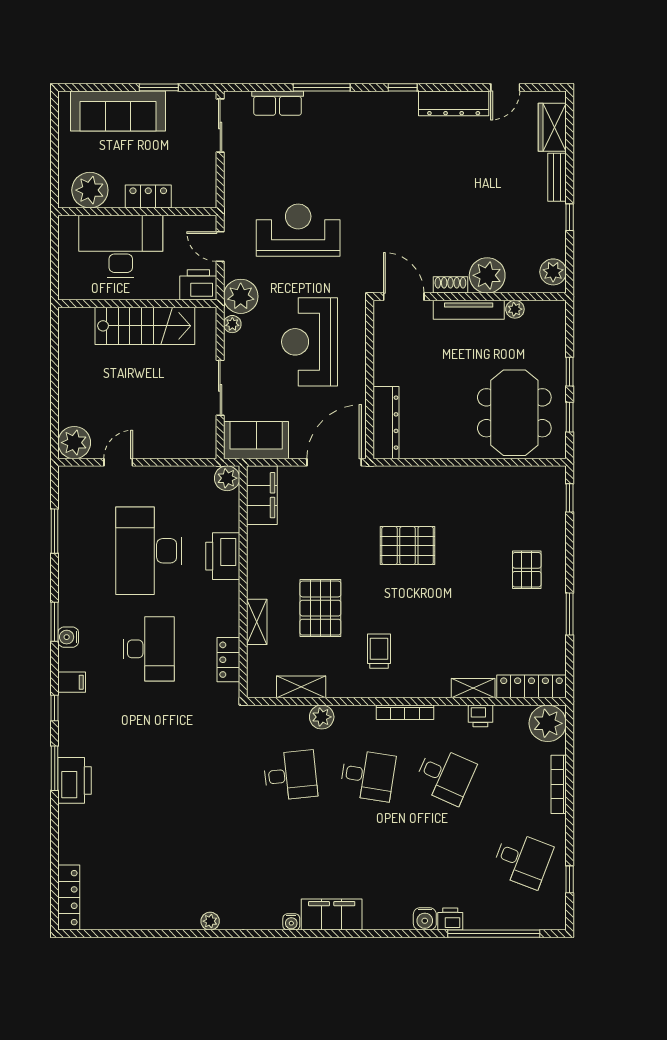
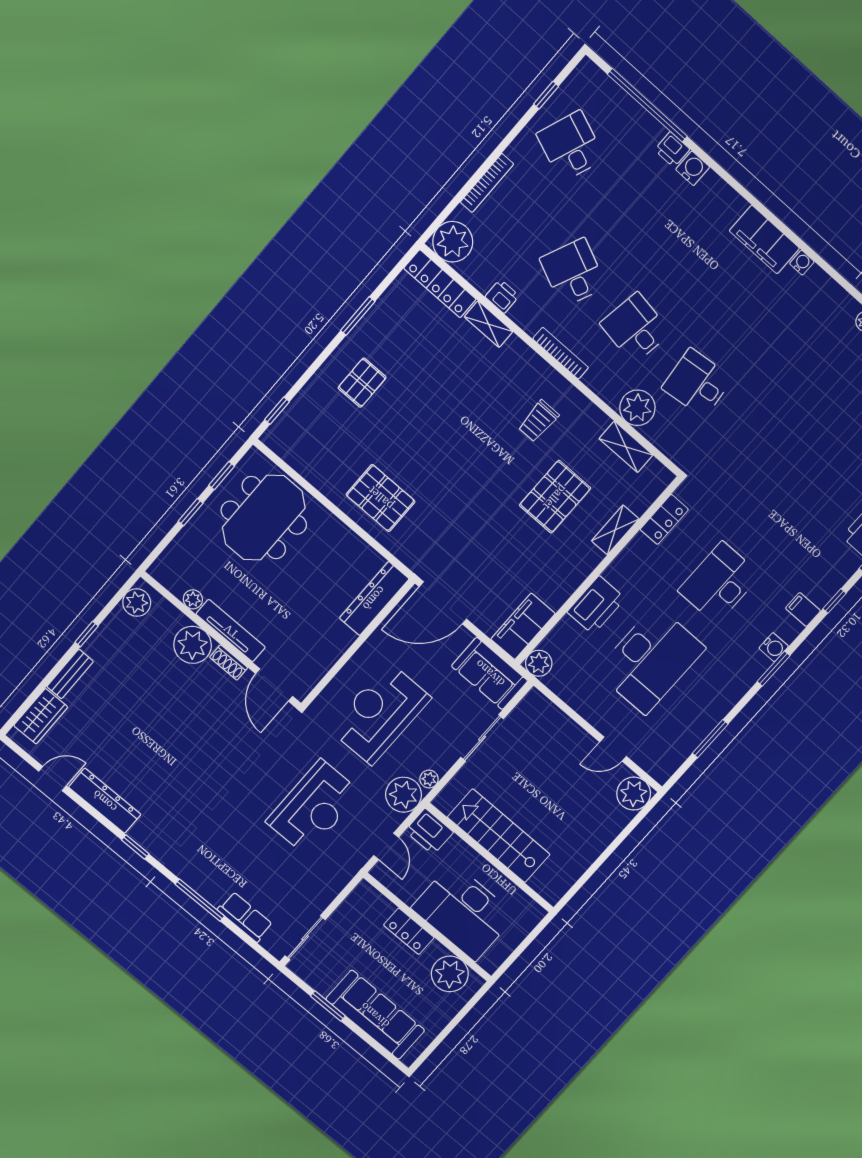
reception desk: (298, 230) -> (313, 807), turned -90
reception desk: (310, 342) -> (380, 713), turned 180
pallet: (408, 546) -> (381, 498), moved
plant: (322, 717) -> (637, 408), width x1.36, depth x1.36

